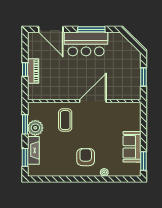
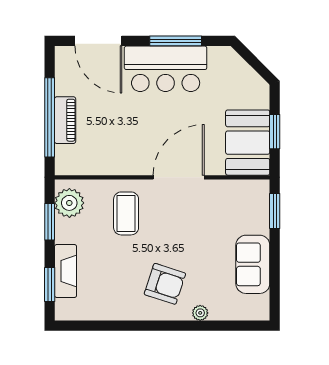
window: (25, 69) -> (50, 117), width x3.17
booth: (129, 83) -> (248, 143), added
plant: (35, 128) -> (69, 203), moved
armchair: (86, 157) -> (165, 284), turned 108
window: (143, 161) -> (275, 211), moved

